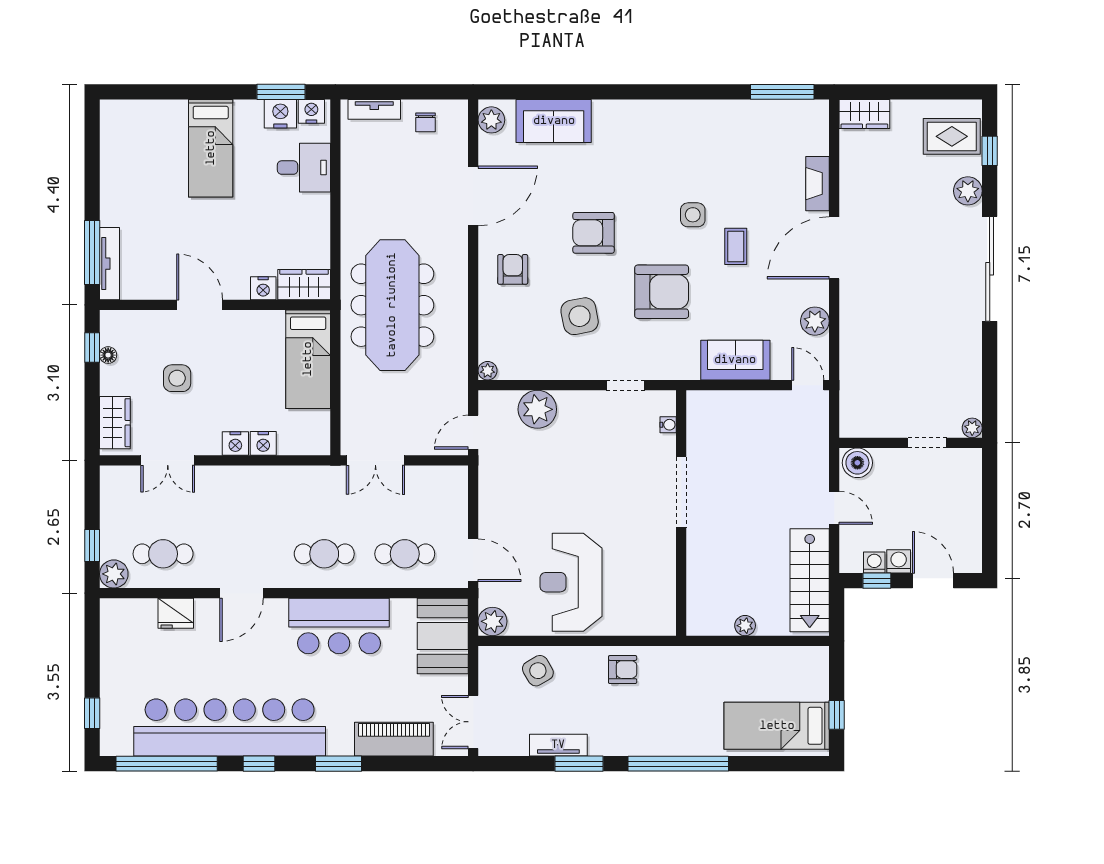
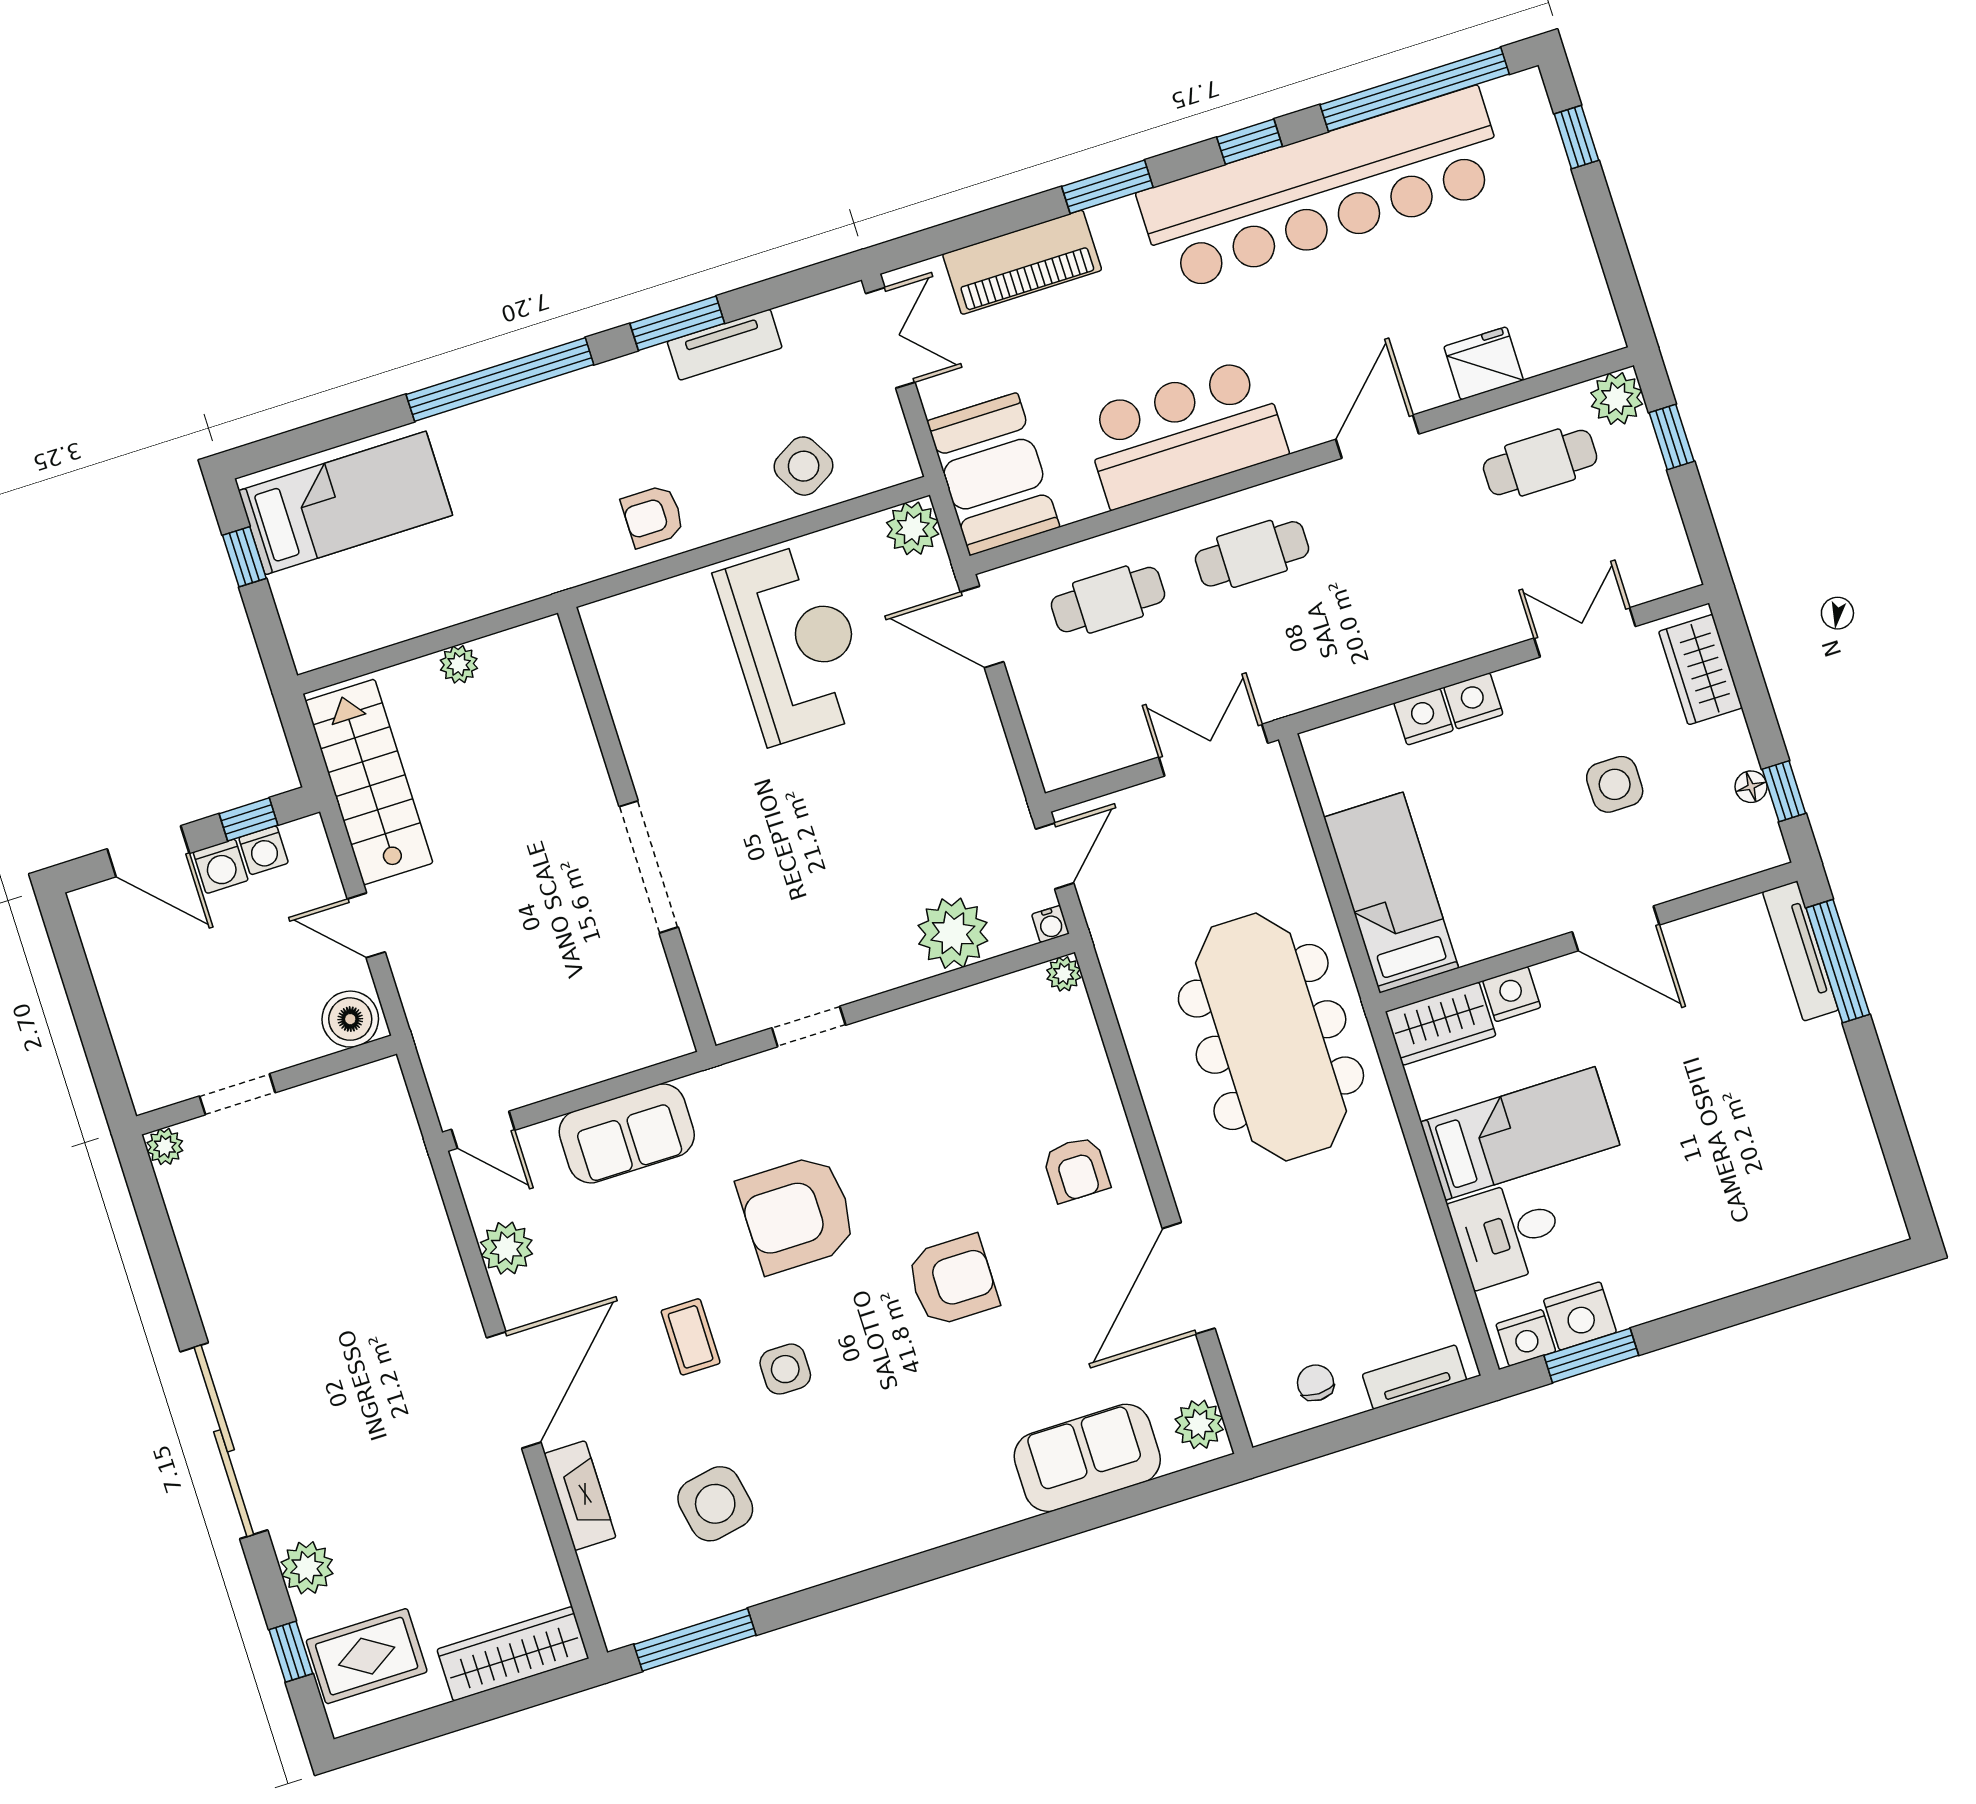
wardrobe: (864, 114) -> (513, 1654), width x1.50
bed: (211, 148) -> (1520, 1133), moved, turned 90
side table: (580, 316) -> (715, 1504), moved
water cooler: (668, 425) -> (1050, 924), moved, turned -90

